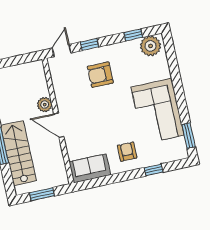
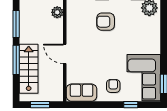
plant: (45, 105) -> (57, 12), moved
corner sofa: (158, 111) -> (144, 78), moved

